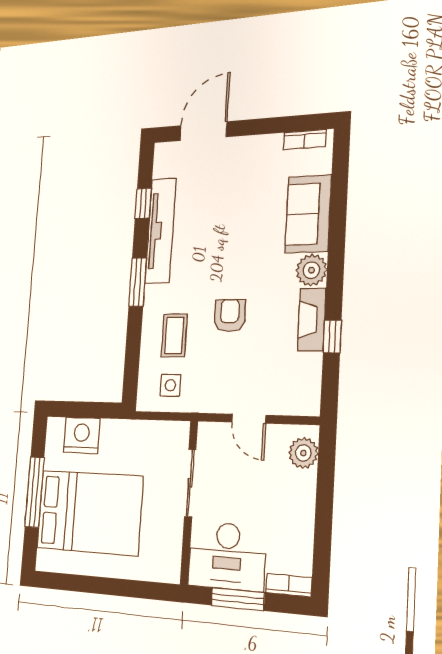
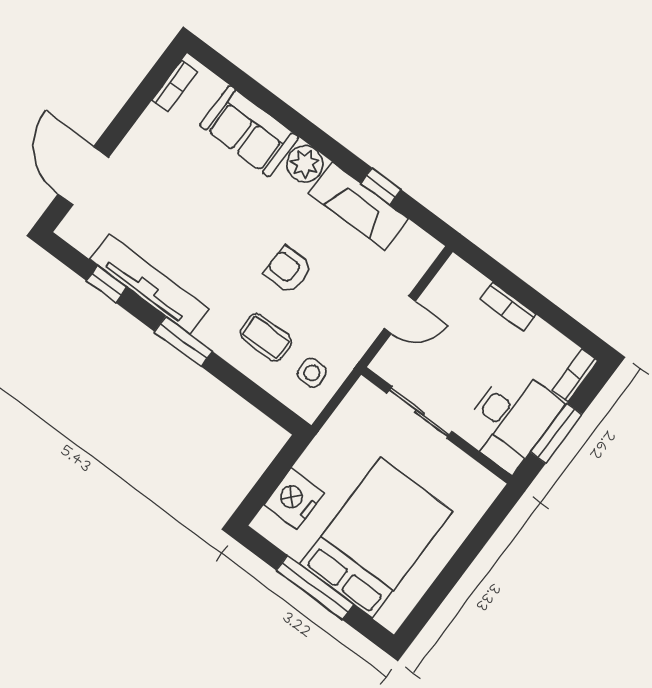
fireplace: (312, 319) -> (359, 206), width x1.37, depth x1.32
plant: (303, 453) -> (467, 284), removed
bookcase: (306, 497) -> (508, 307), added

